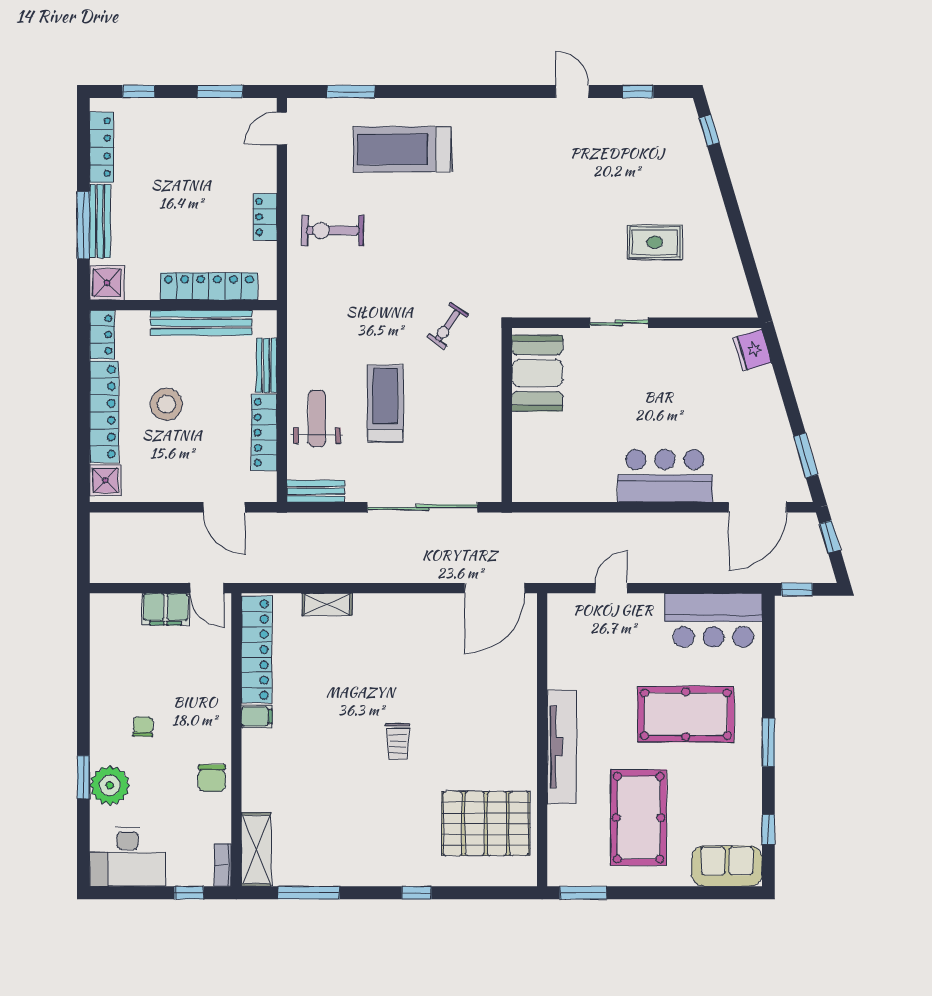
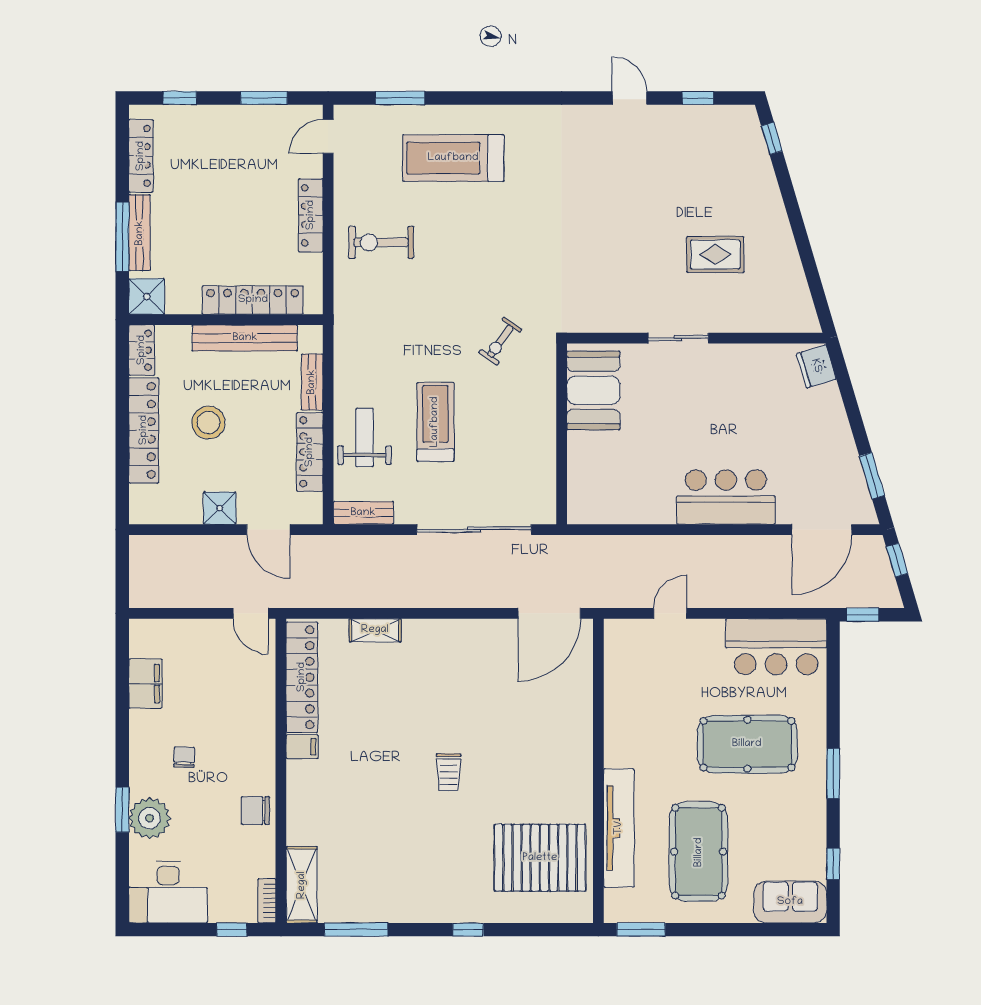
locker: (265, 217) -> (311, 215), width x1.53
shower: (105, 480) -> (220, 508), moved
filing cabinet: (166, 609) -> (145, 684), moved, turned -90
tv unit: (562, 747) -> (619, 828), moved
chair: (212, 778) -> (255, 811), turned 90

